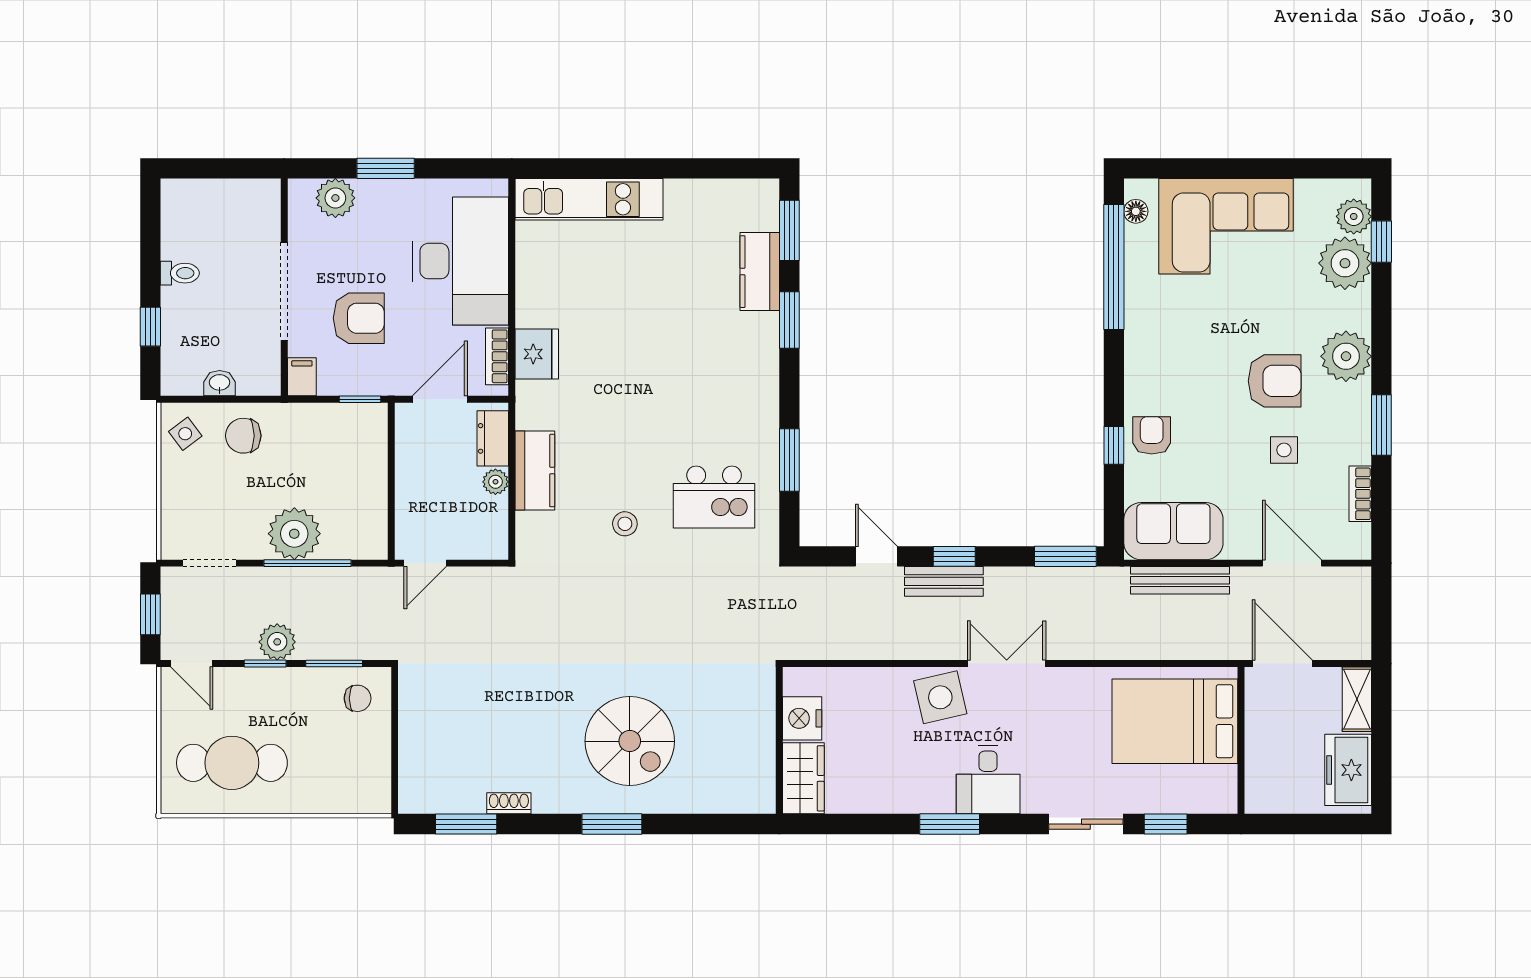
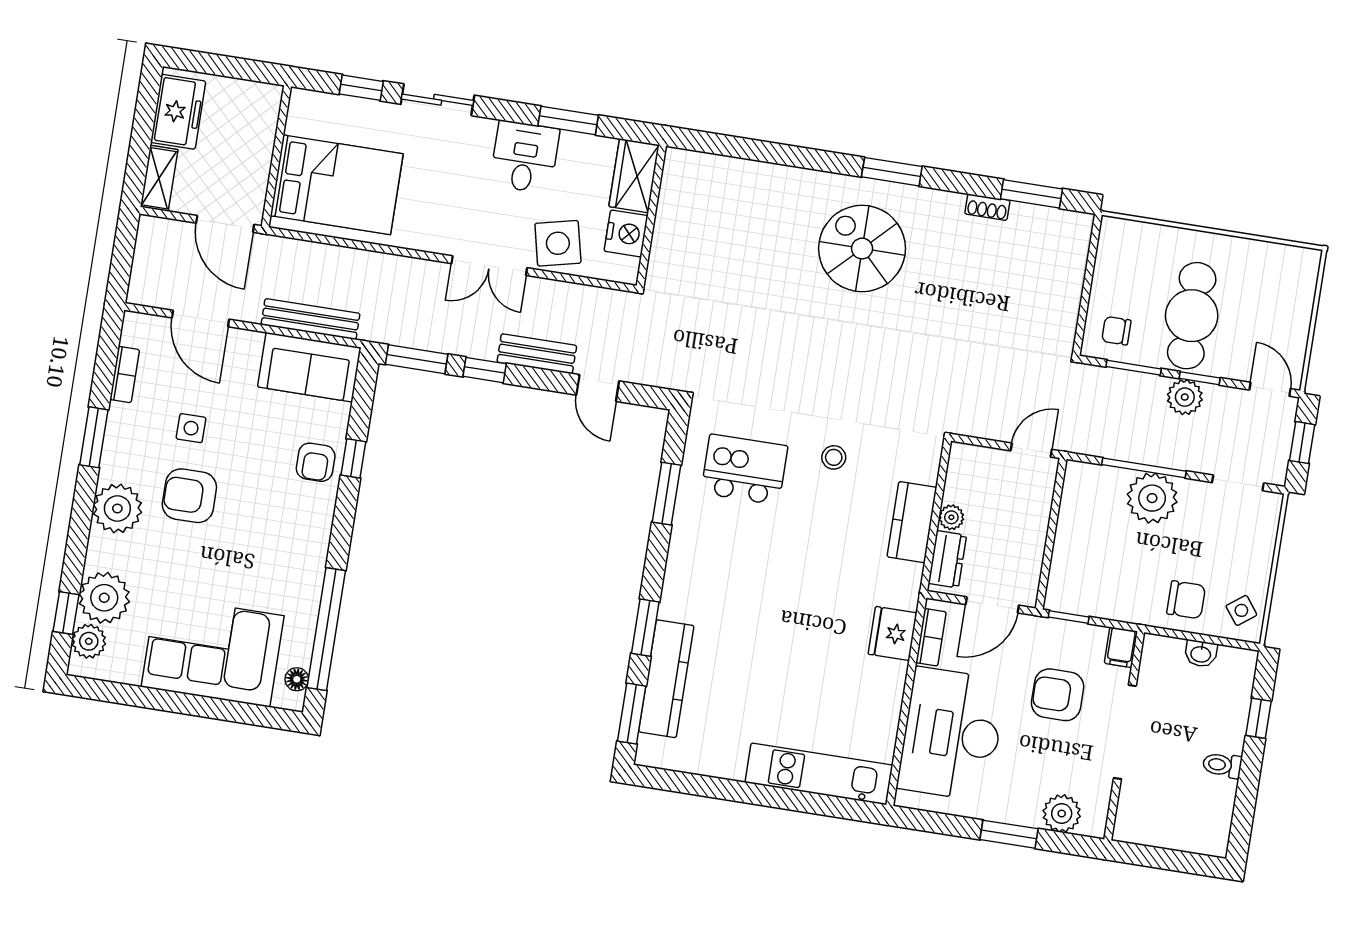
kitchen counter: (760, 272) -> (666, 679), width x1.50
window: (954, 556) -> (485, 370), moved
nightstand: (802, 718) -> (626, 233), moved
wall: (779, 740) -> (651, 216), moved
cafe table: (232, 763) -> (1192, 316), moved, turned 90
wardrobe: (803, 778) -> (634, 176), moved

